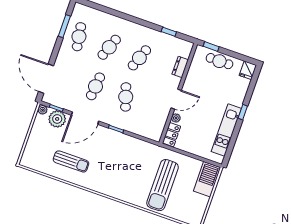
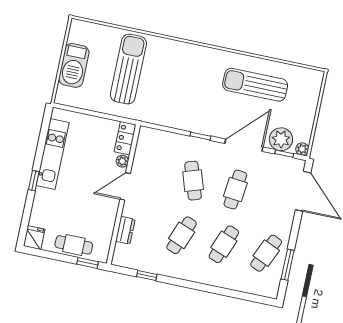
cafe table: (79, 37) -> (266, 253), turned 33
sun lounger: (71, 161) -> (255, 85), width x1.36, depth x1.34
barbecue: (207, 179) -> (74, 65), moved

